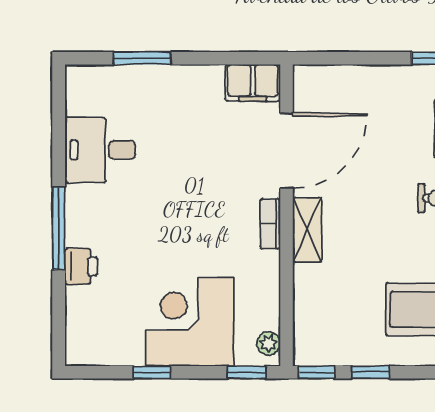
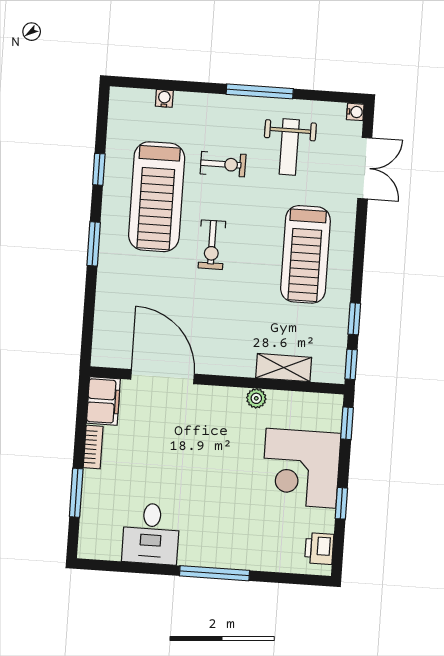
bookcase: (270, 224) -> (93, 447), moved, turned -90
shelving: (307, 230) -> (284, 368), moved
printer: (81, 266) -> (319, 549), moved, turned -90
plant: (269, 343) -> (256, 398), moved

